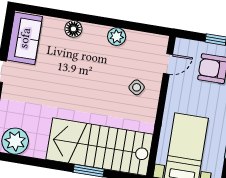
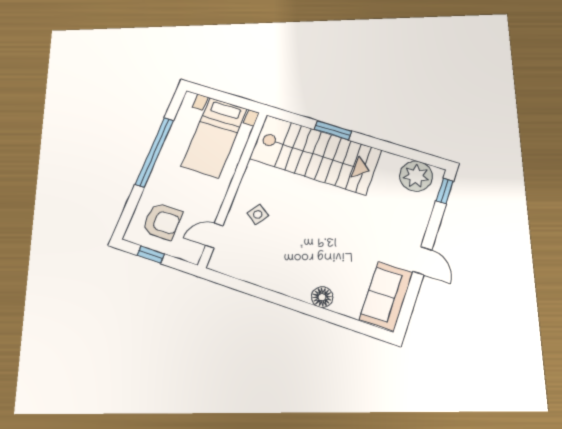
plant: (117, 37) -> (270, 279), removed

